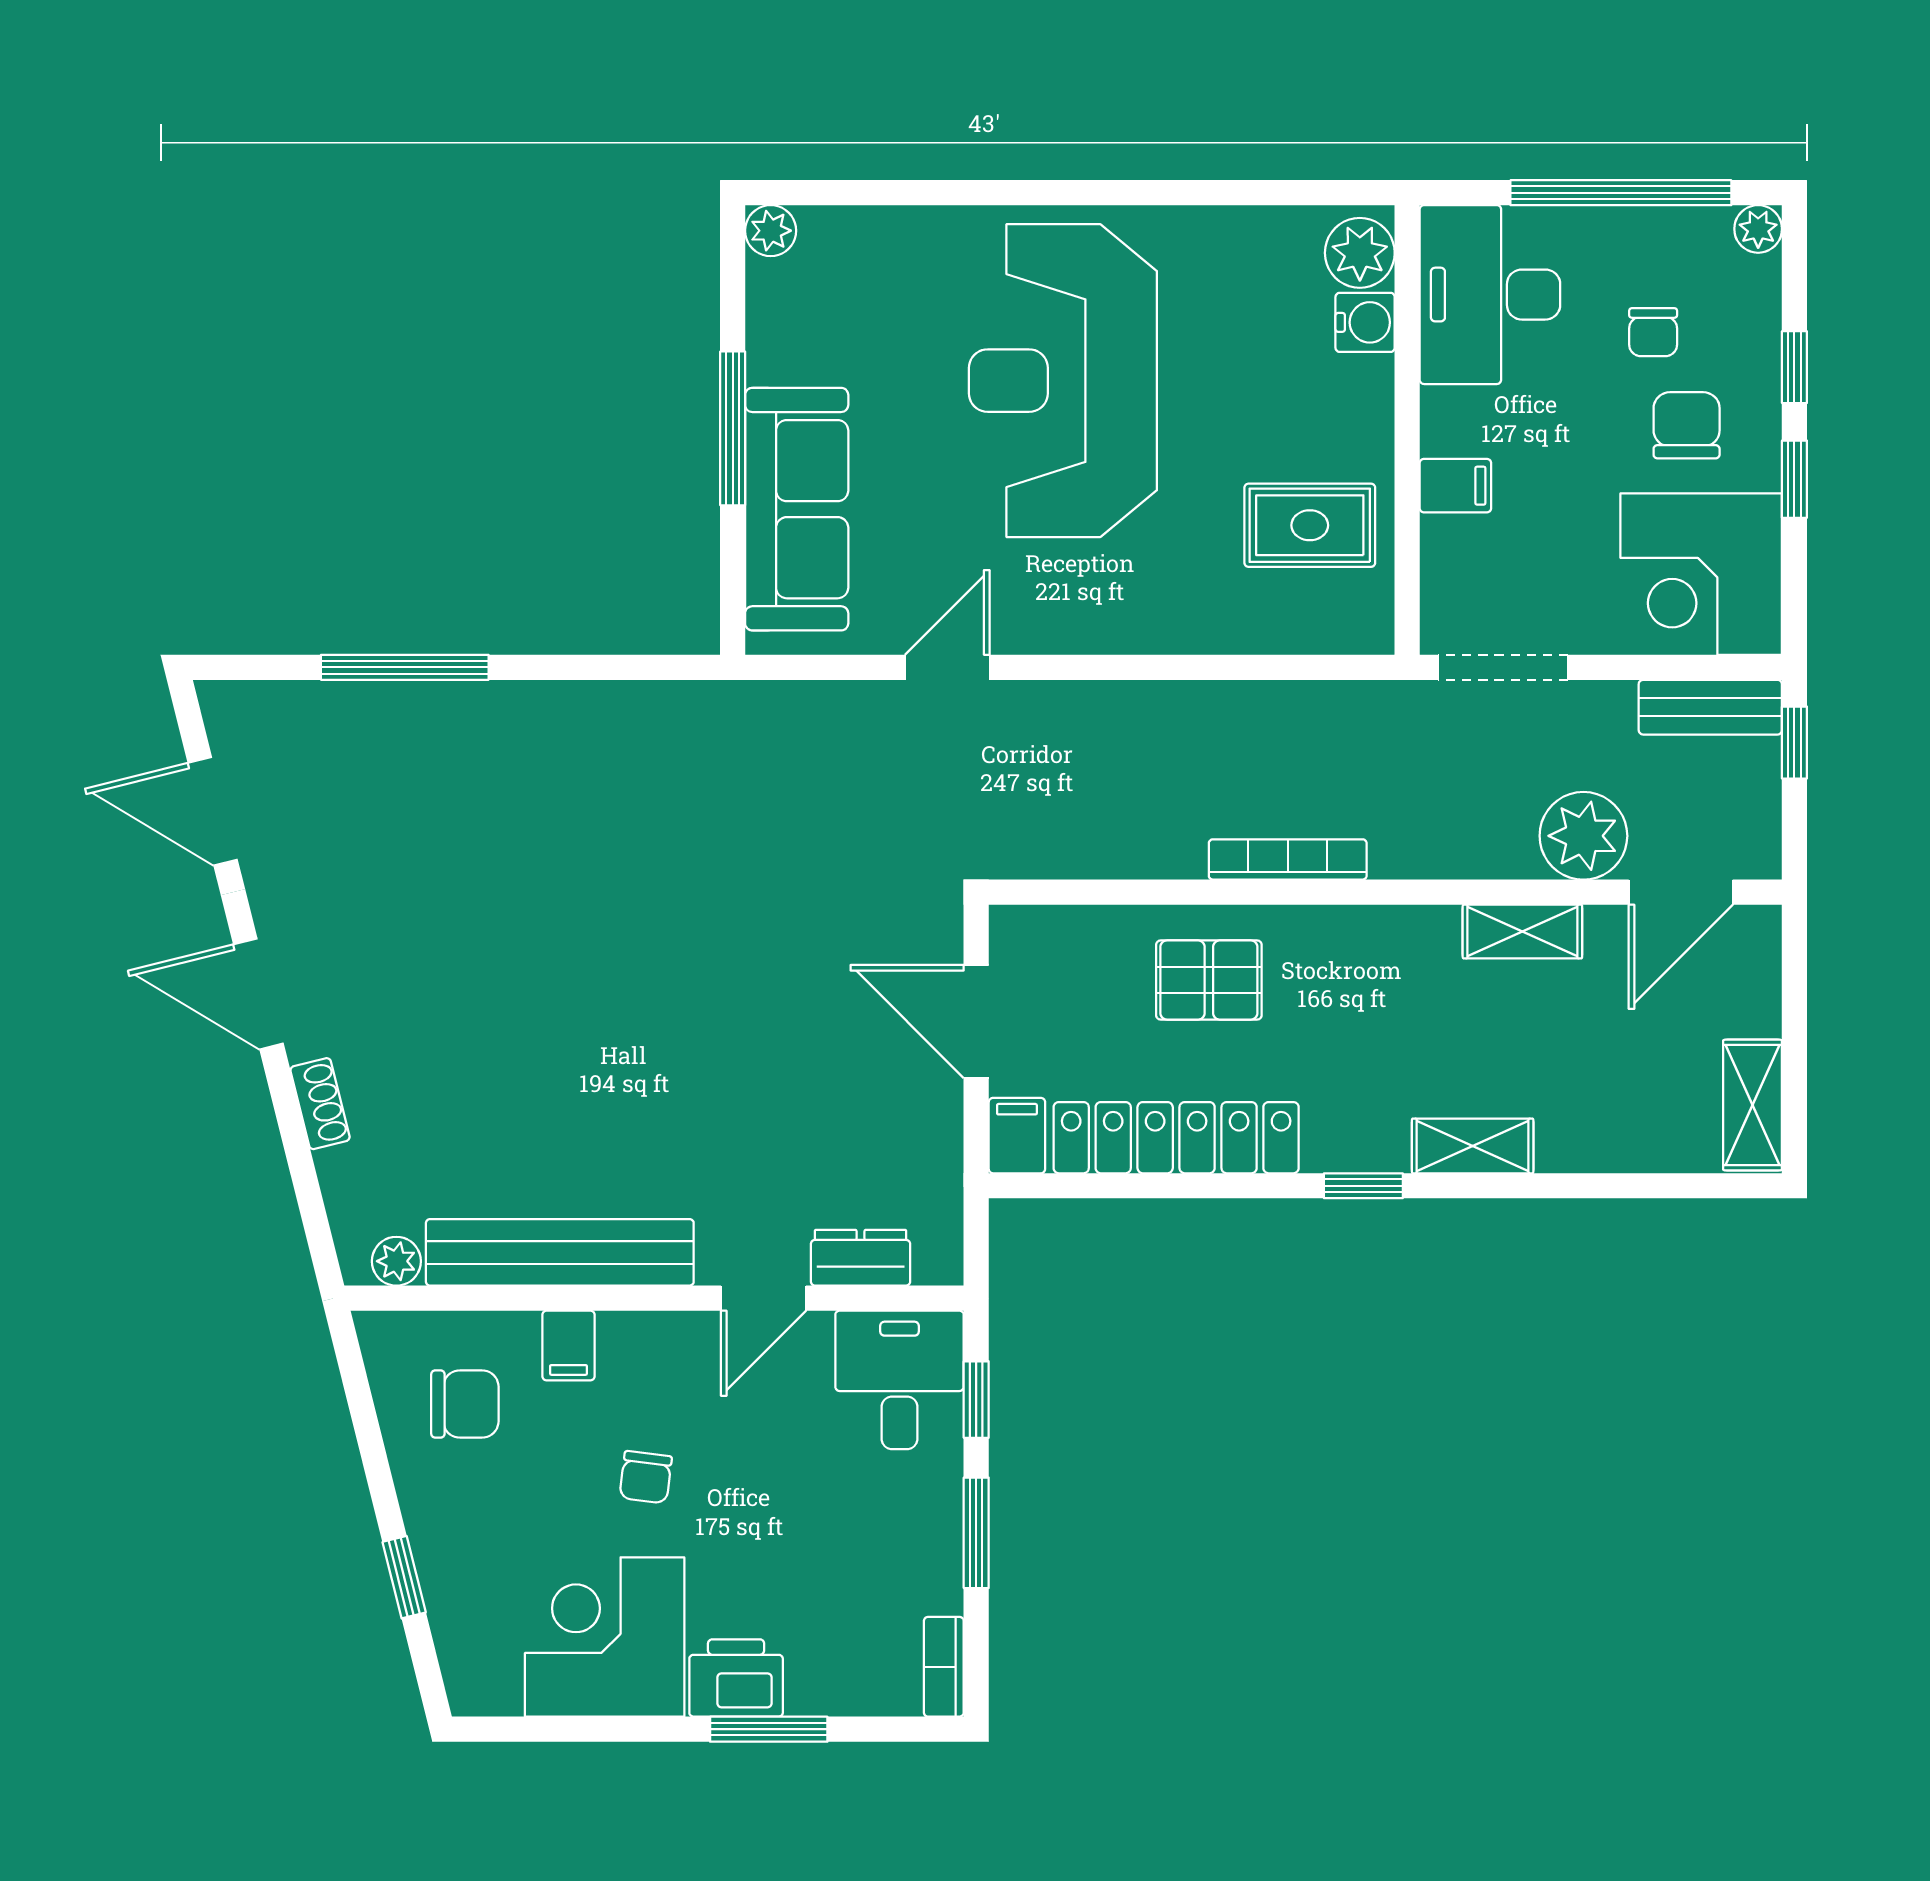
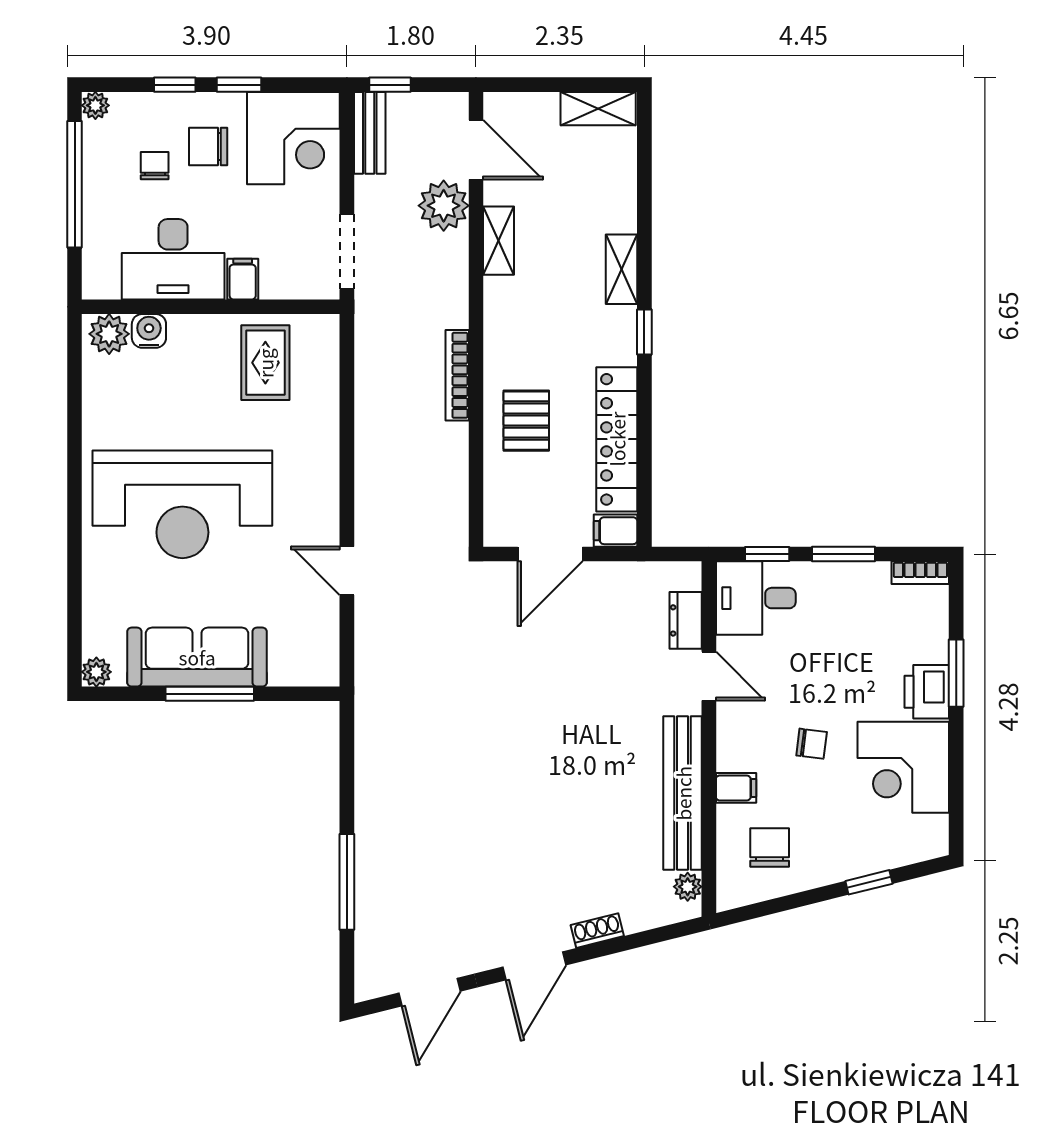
desk: (1490, 295) -> (173, 259), moved
chair: (1653, 332) -> (155, 166), turned -90
sofa: (797, 509) -> (197, 657), moved

